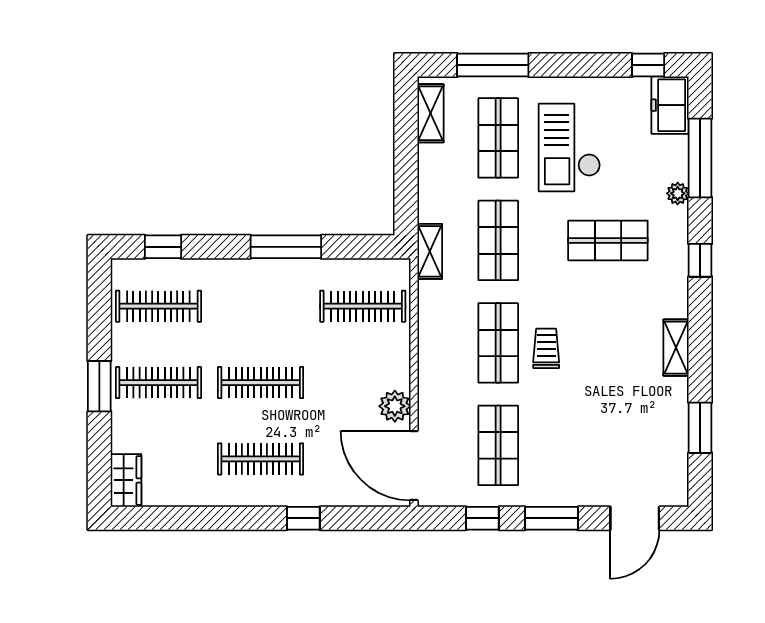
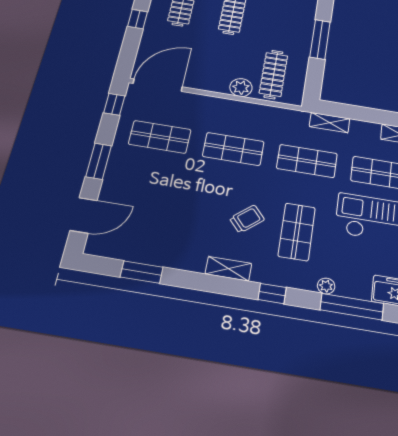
shelving: (430, 251) -> (330, 123), moved
trolley: (546, 348) -> (247, 219), moved, turned -41
shelving: (676, 348) -> (228, 269), moved
plant: (395, 406) -> (241, 88), moved
window: (482, 518) -> (114, 104), moved
door: (635, 518) -> (84, 215), swing flipped

